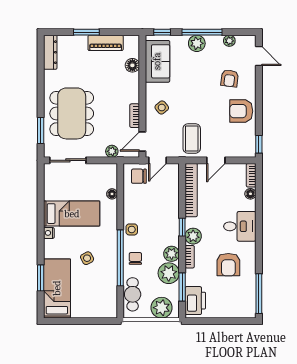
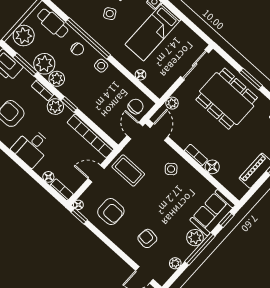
sofa: (157, 61) -> (212, 213), moved, turned 90
floor lamp: (132, 65) -> (212, 167), moved
armchair: (241, 111) -> (111, 211), moved, turned 90
bookcase: (135, 116) -> (196, 155), moved
window: (41, 130) -> (251, 79), moved
floor lamp: (251, 153) -> (78, 205), added
door: (216, 160) -> (96, 174), hinge flipped

